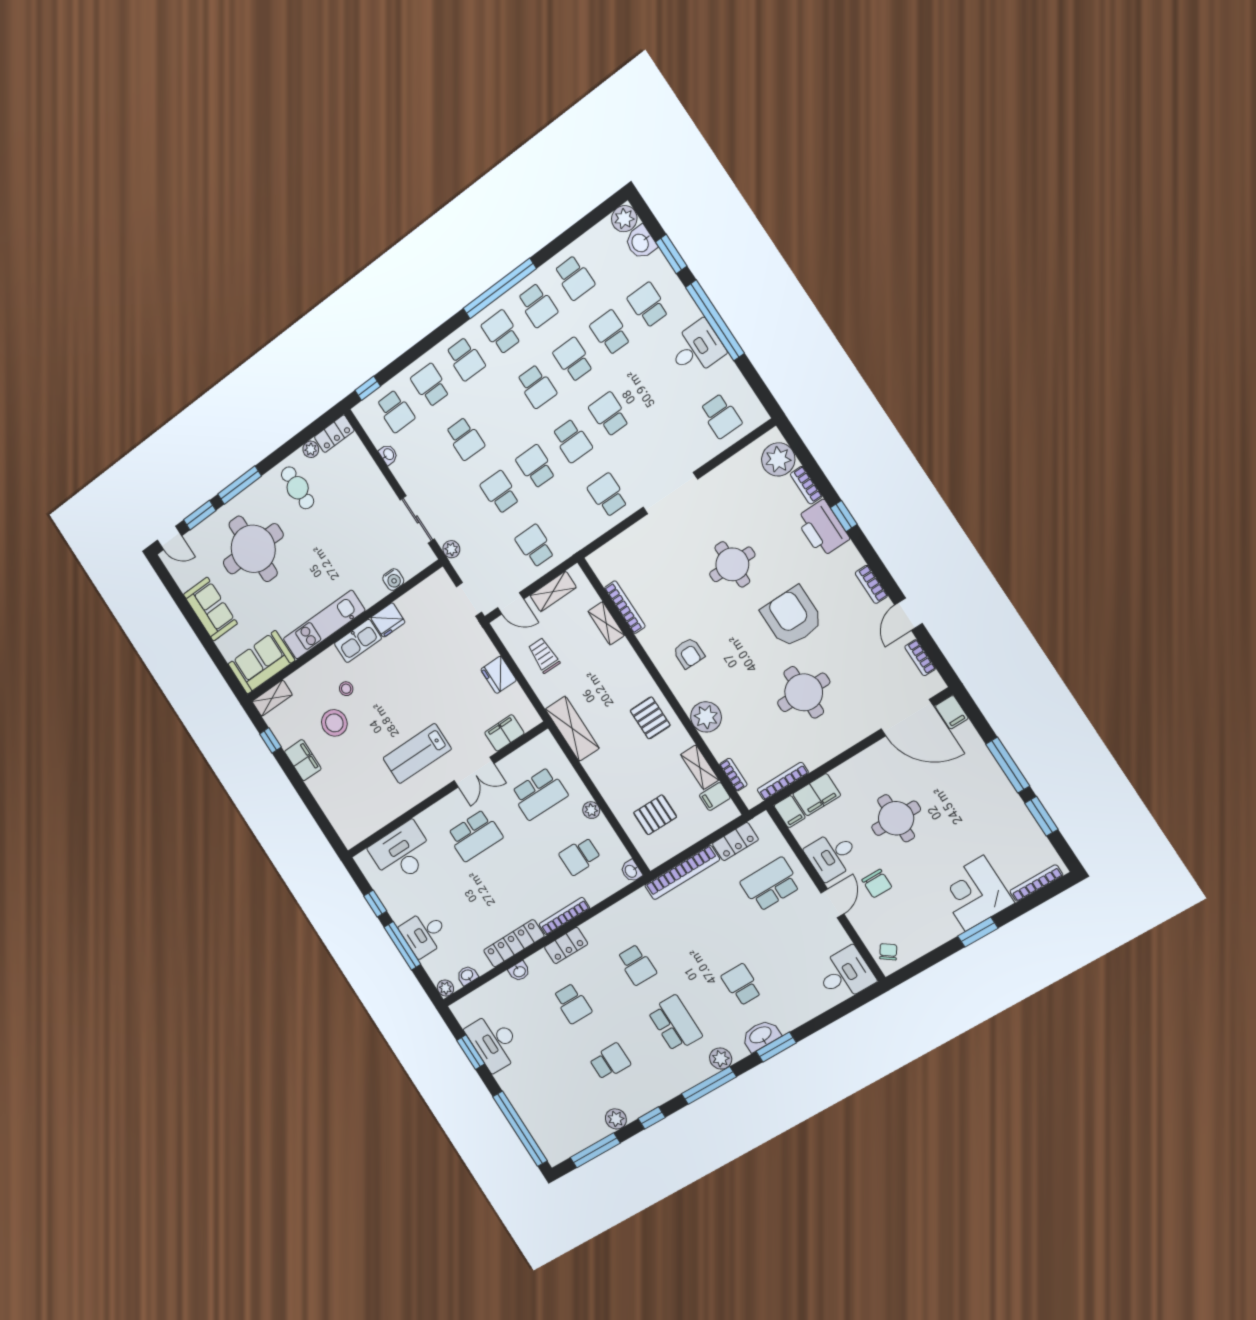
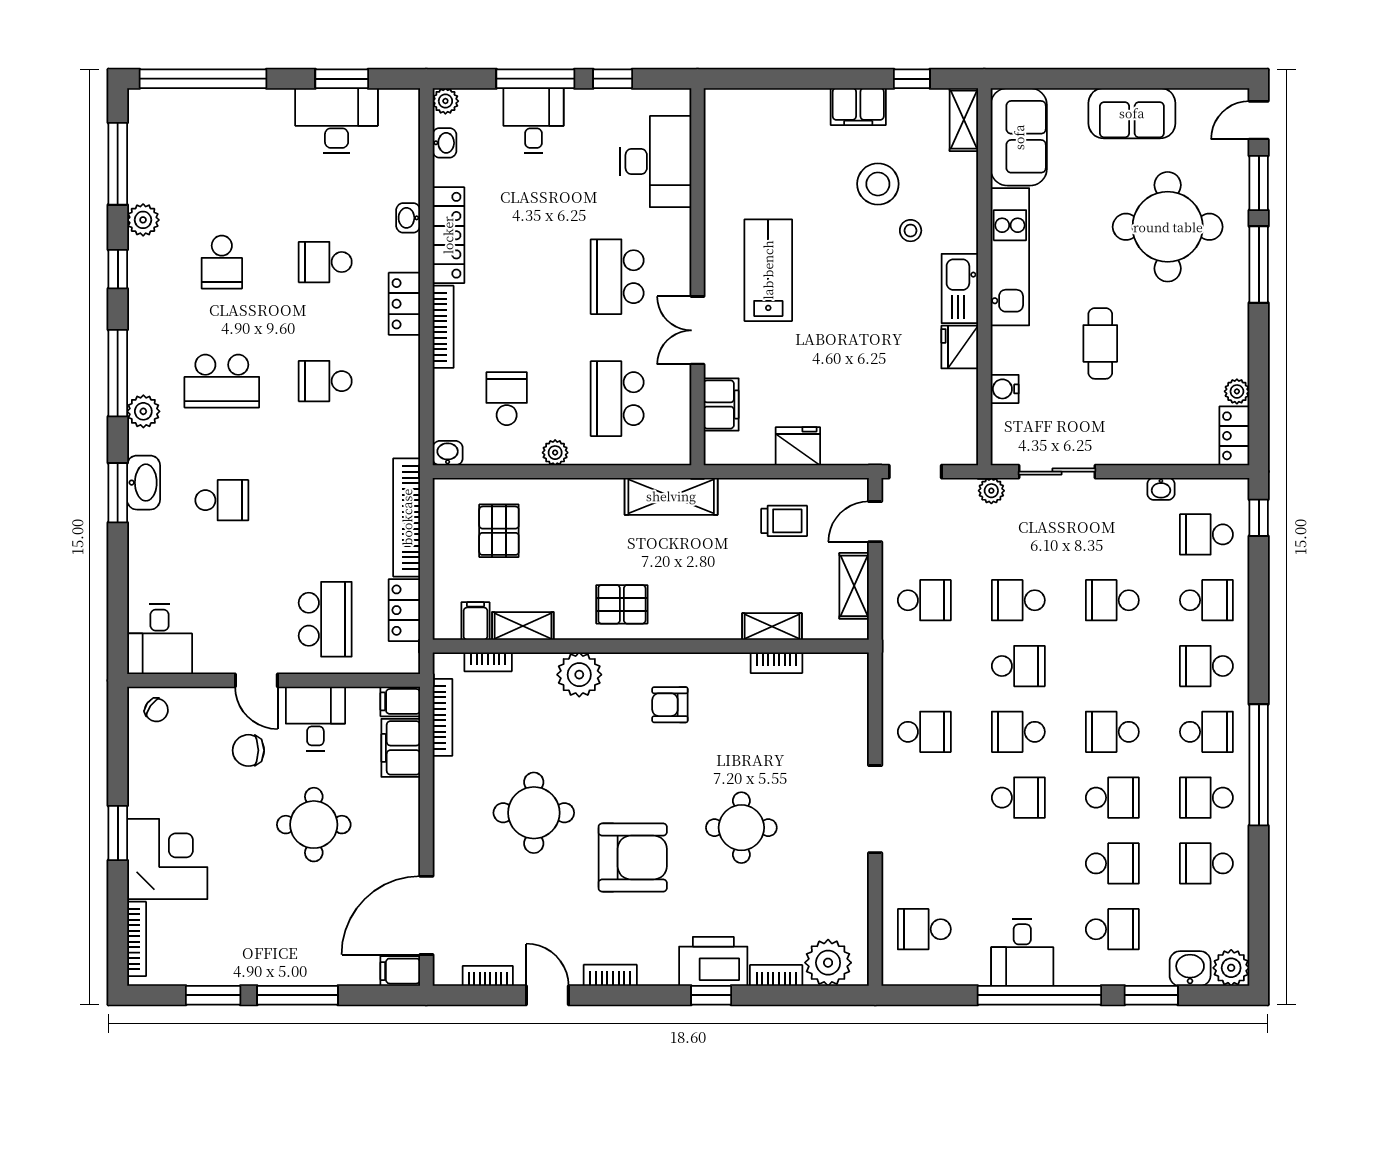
cafe table: (298, 488) -> (1100, 343), moved, turned 90
school desk: (500, 492) -> (1018, 600), turned 180
bookcase: (625, 607) -> (776, 663), width x0.64

